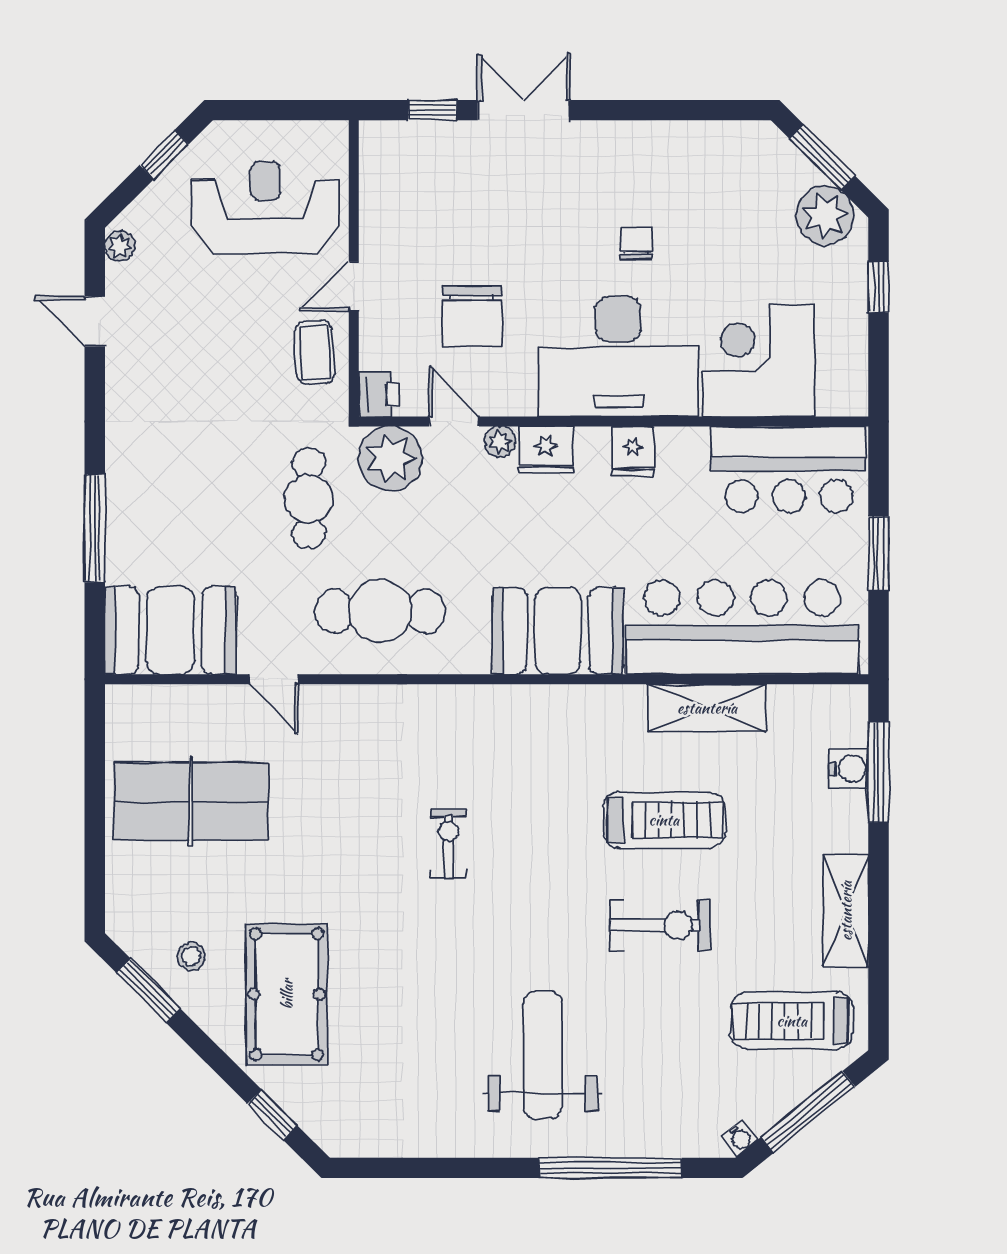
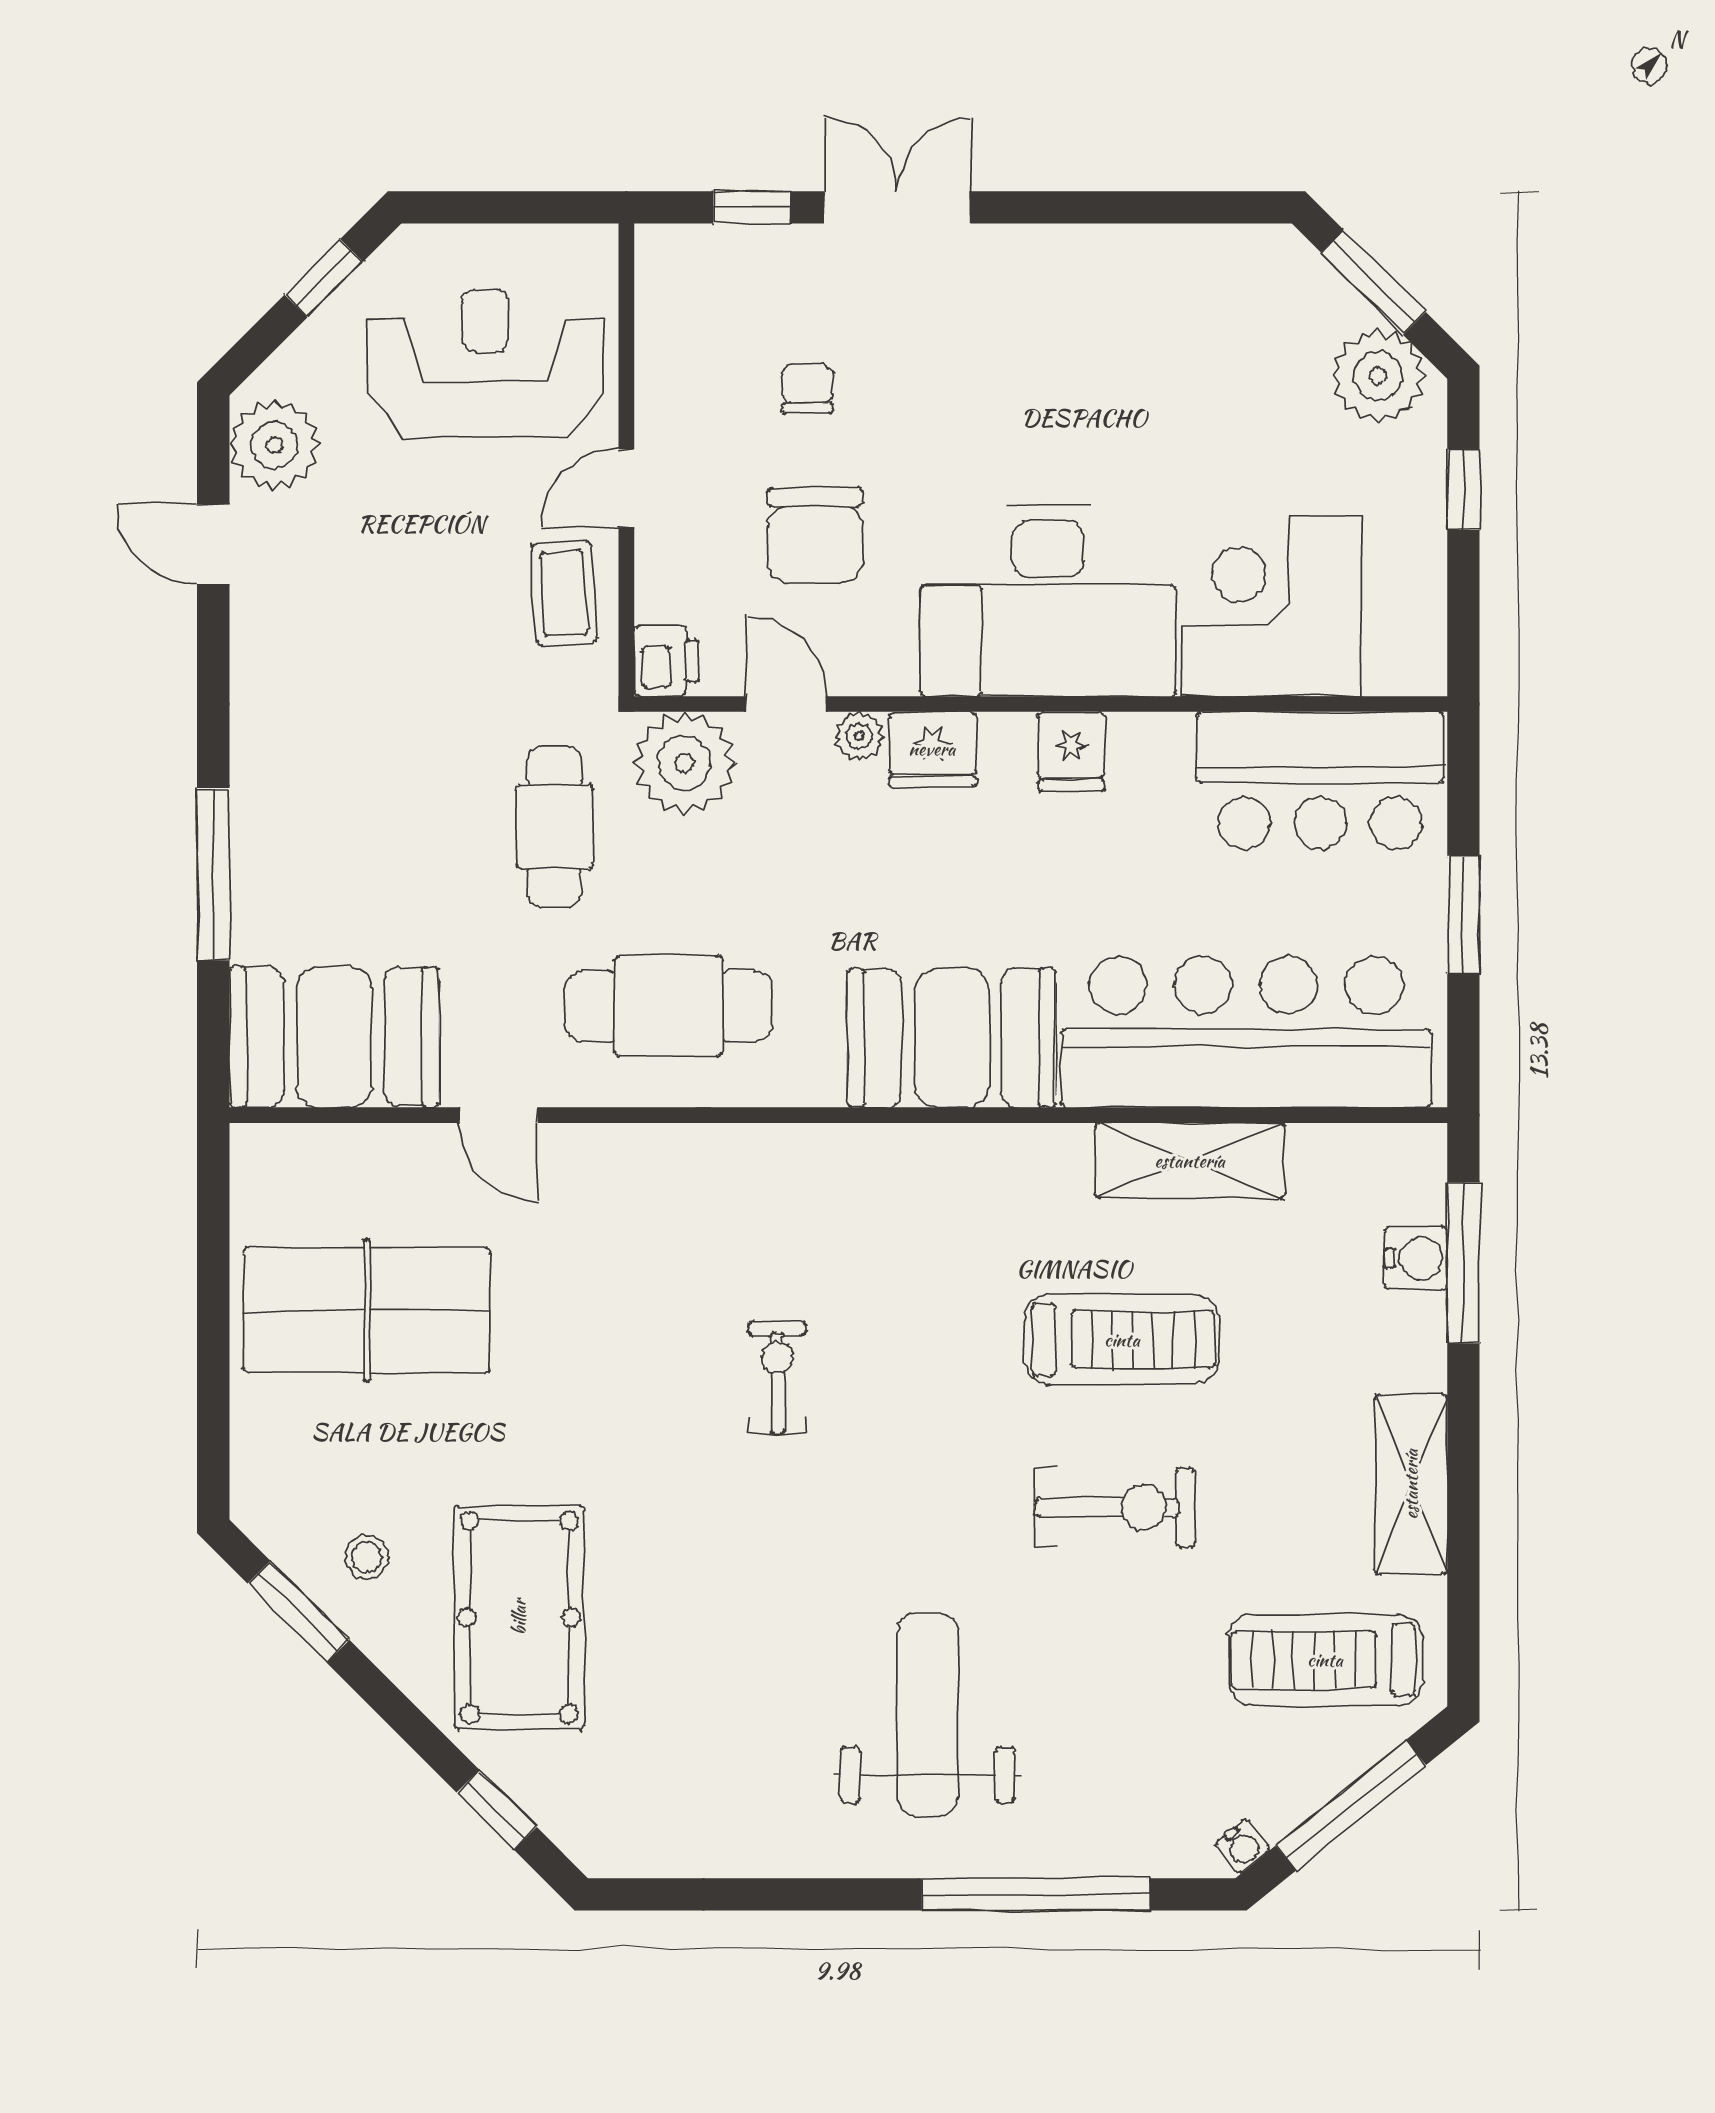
chair: (636, 243) -> (808, 388), moved
plant: (120, 246) -> (274, 445), width x1.88, depth x1.88

